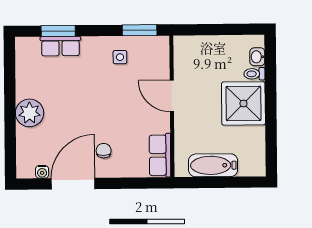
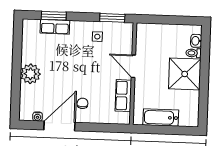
row of seats: (160, 155) -> (123, 96), moved

